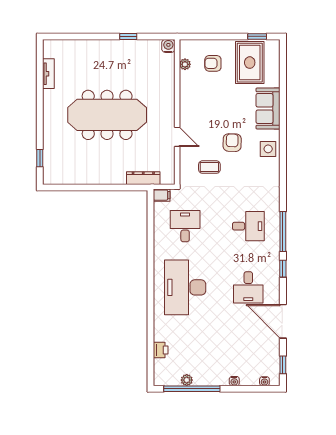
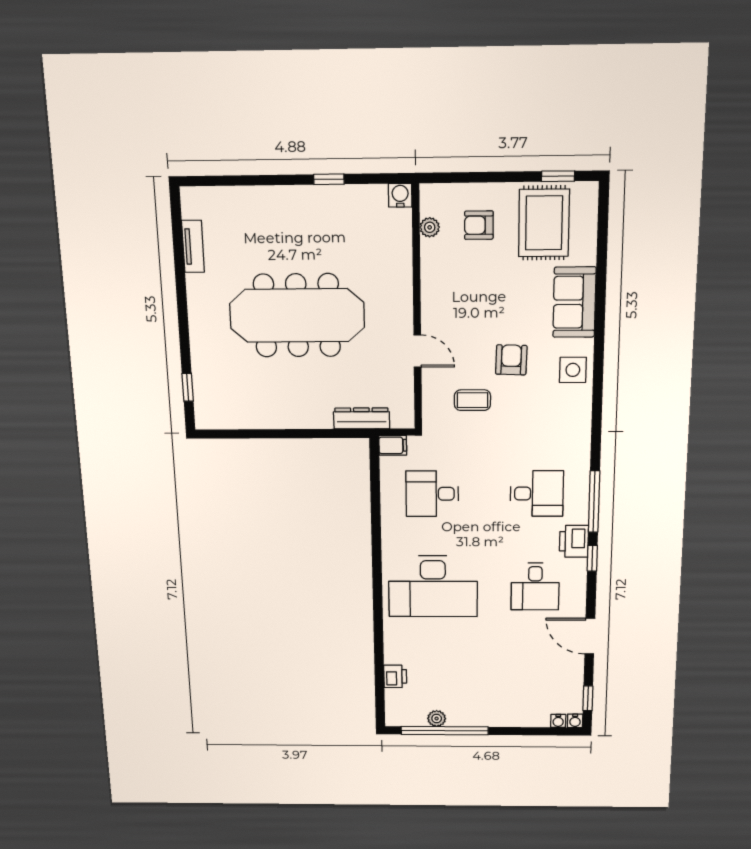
desk: (185, 226) -> (432, 494), turned -90
printer: (271, 257) -> (574, 541), added
desk: (185, 287) -> (433, 586), turned -90
door: (283, 321) -> (590, 636), width x0.73
water cooler: (234, 381) -> (575, 721), moved

